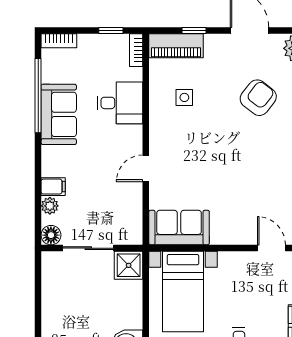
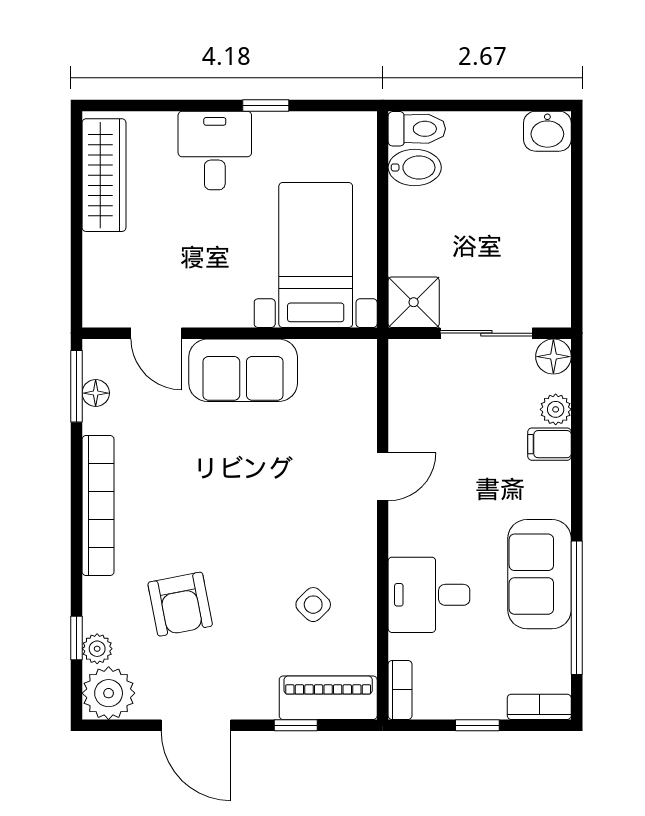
window: (111, 31) -> (477, 725), moved
side table: (184, 97) -> (313, 605), turned 45
armchair: (258, 98) -> (180, 604), turned -49
sofa: (179, 228) -> (243, 370), moved

